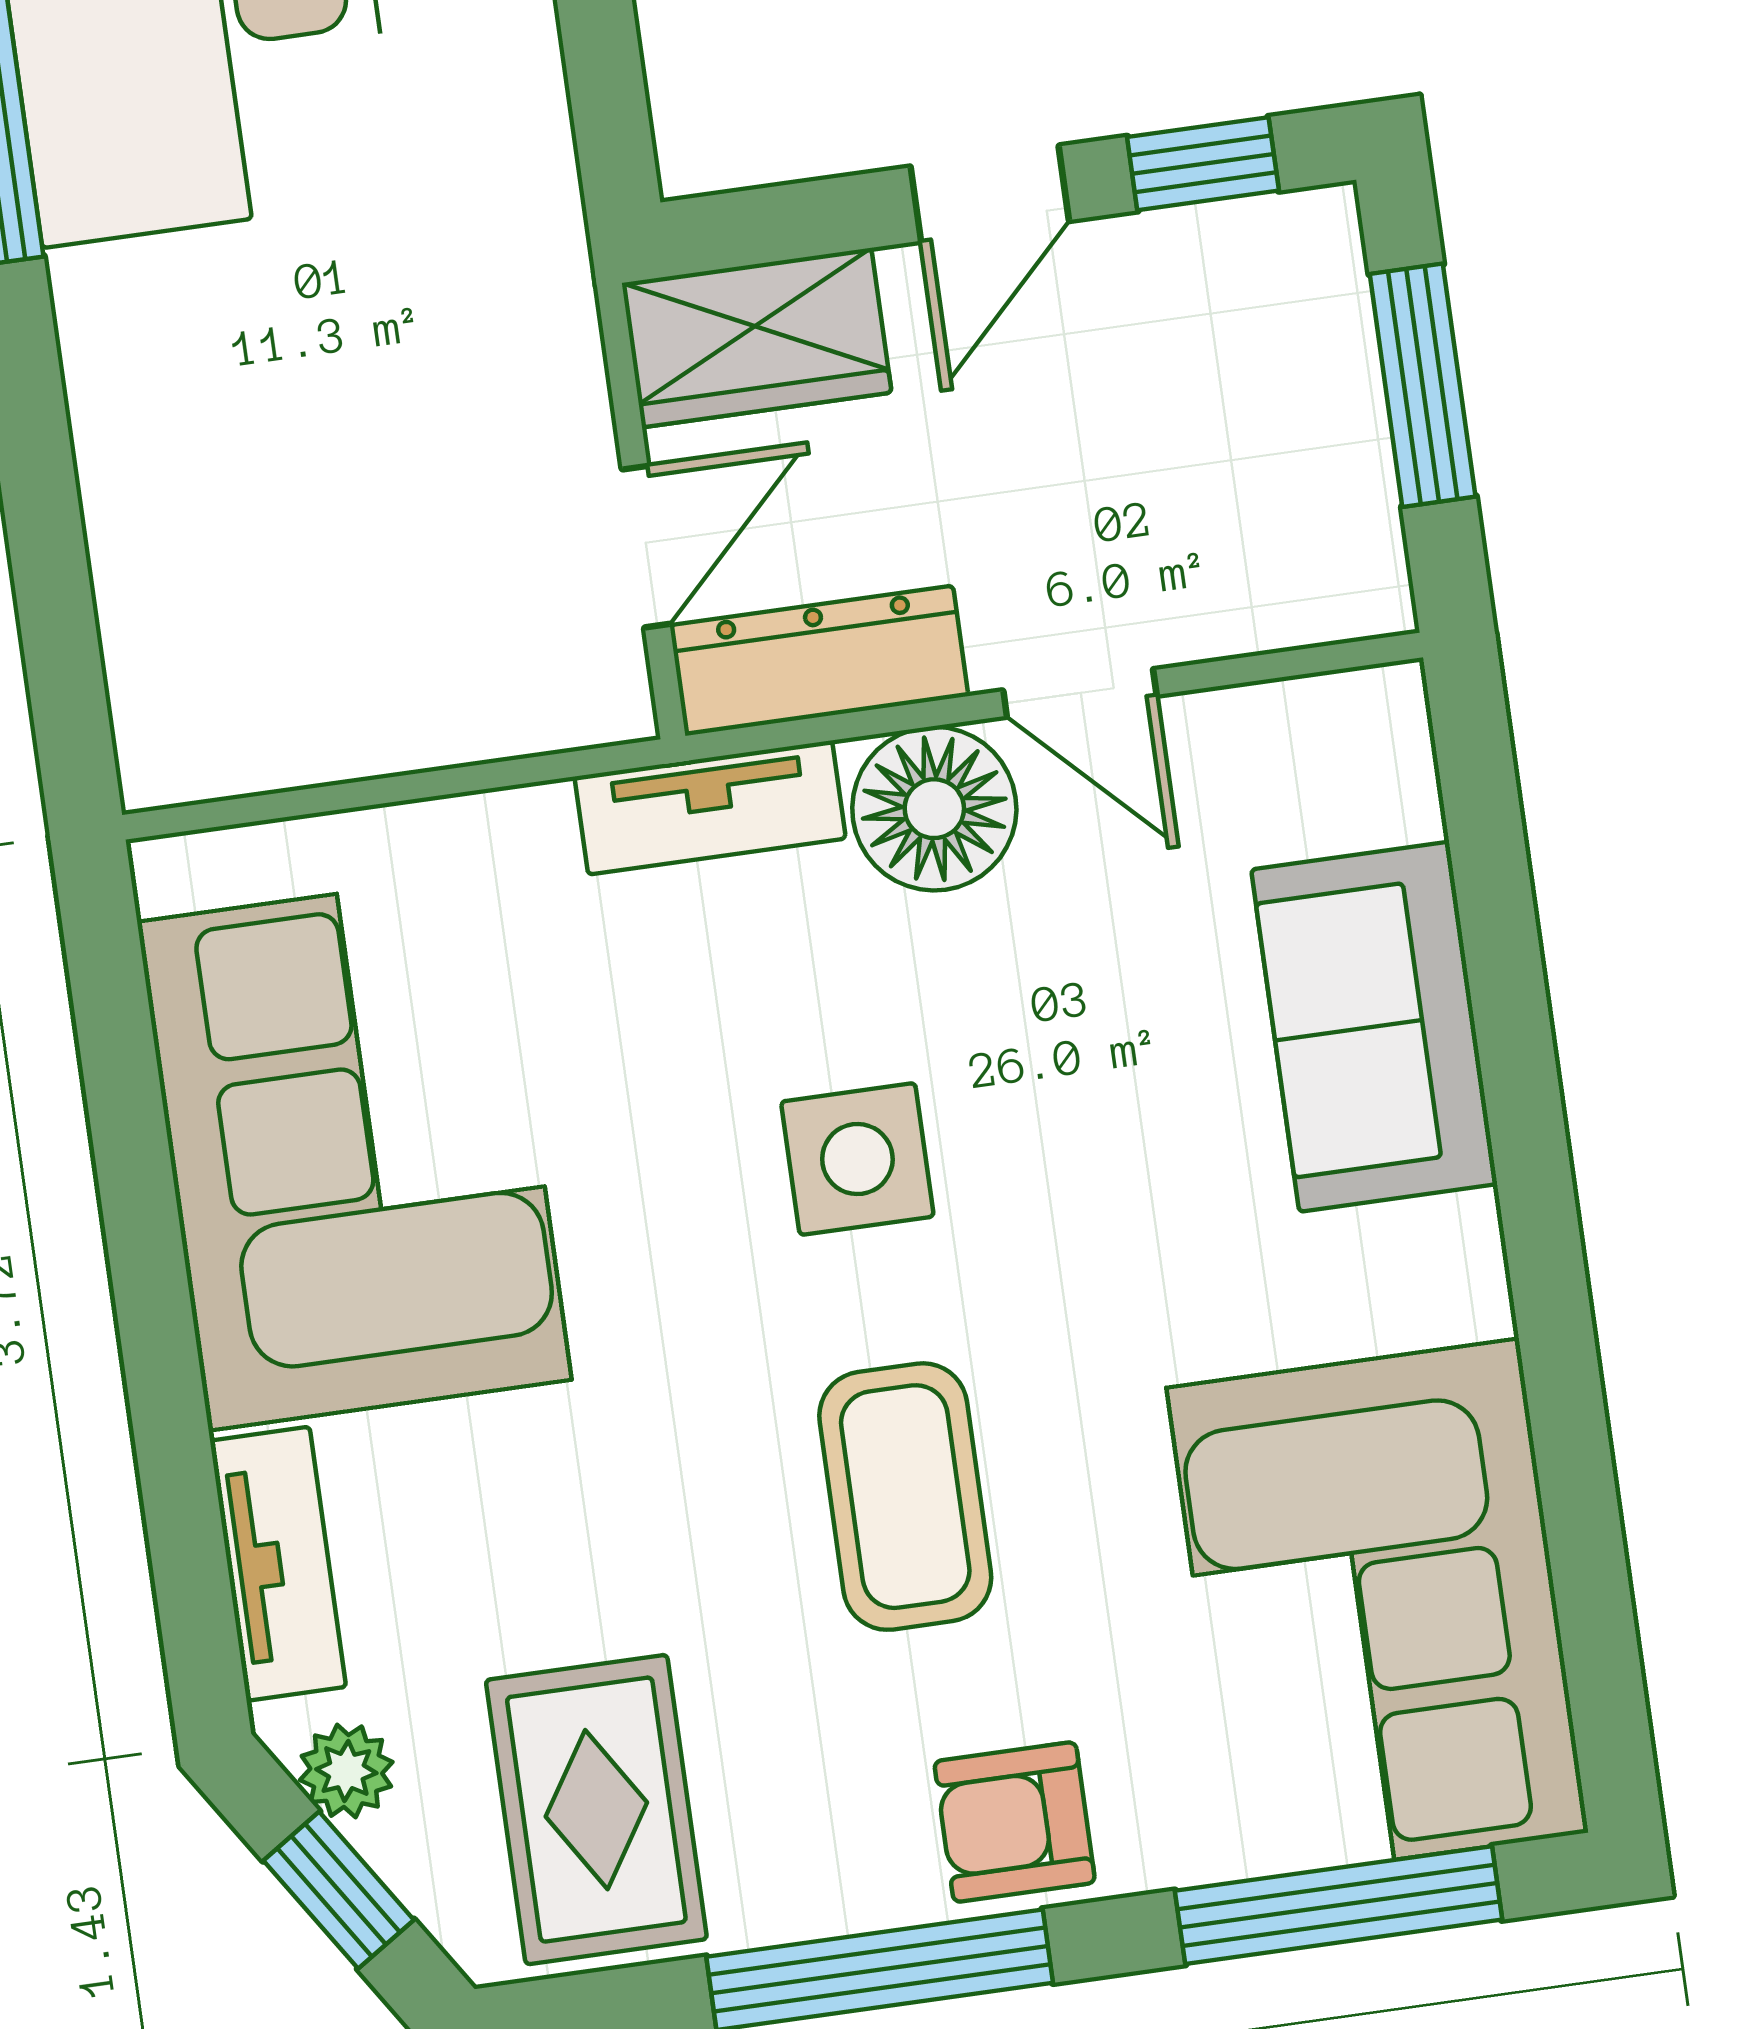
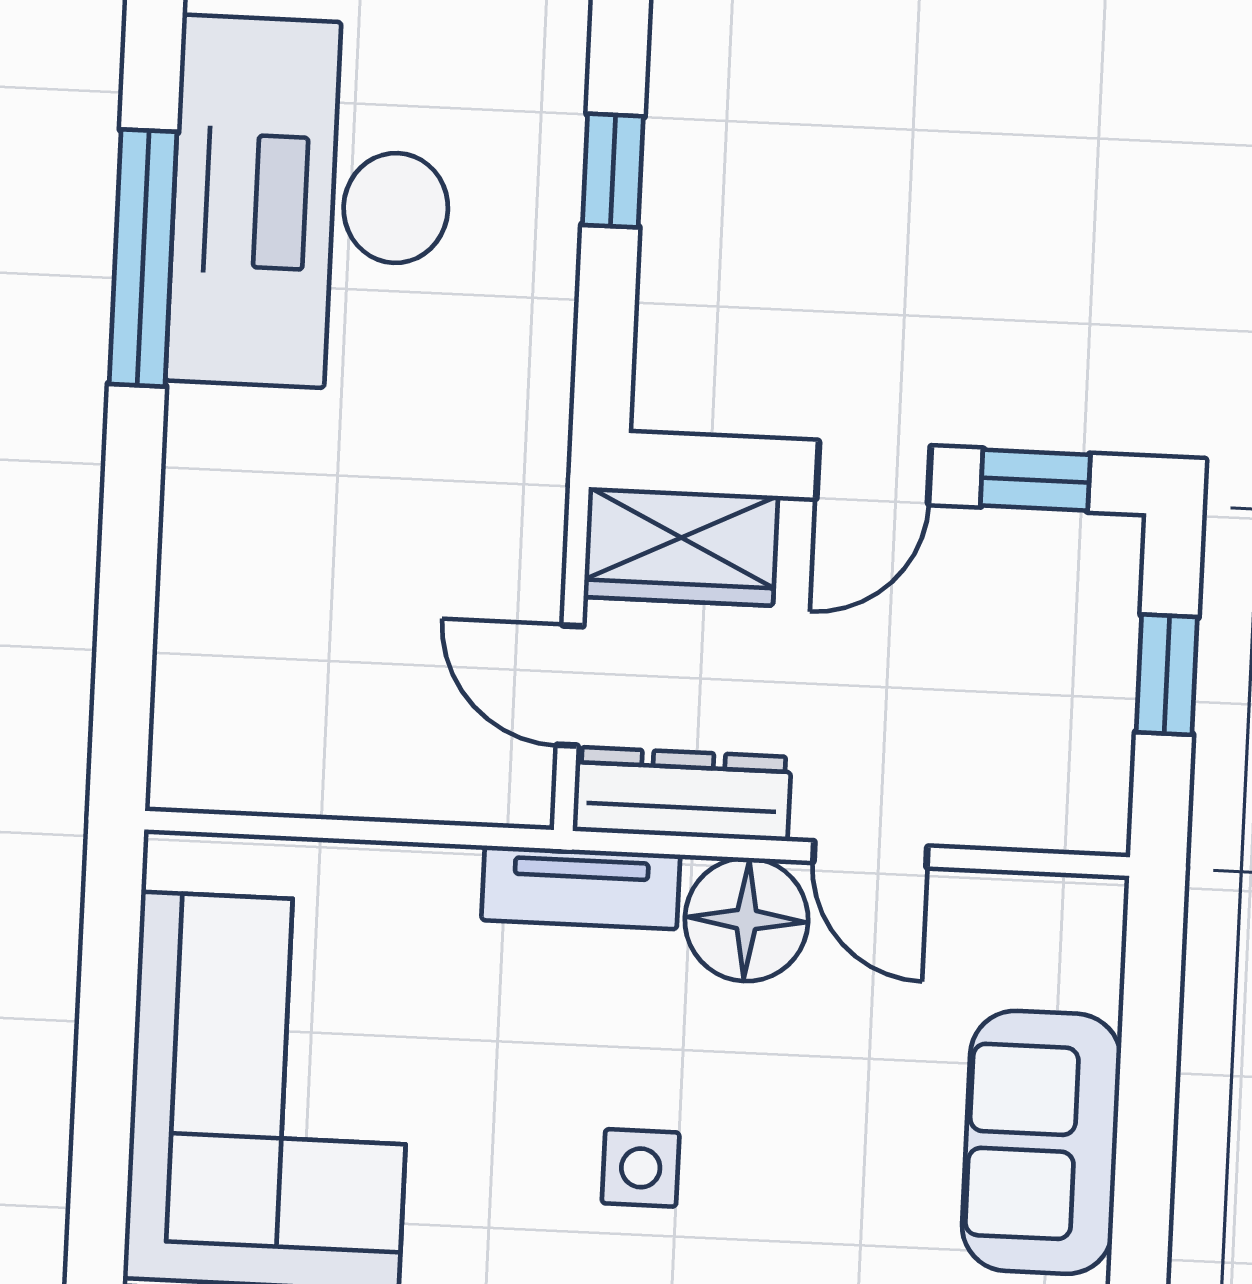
window: (1423, 385) -> (1167, 675), width x0.67
door: (646, 547) -> (570, 685), swing flipped
side table: (857, 1159) -> (641, 1168), width x0.73, depth x0.73

